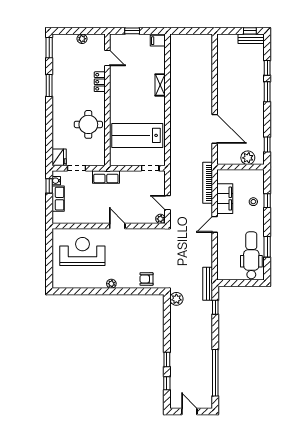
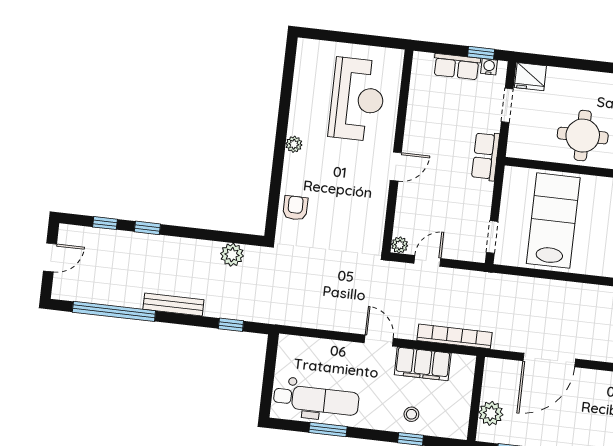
bench: (208, 284) -> (173, 305), moved
plant: (176, 299) -> (232, 255), moved

